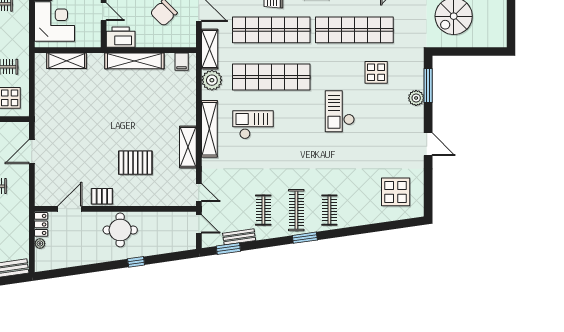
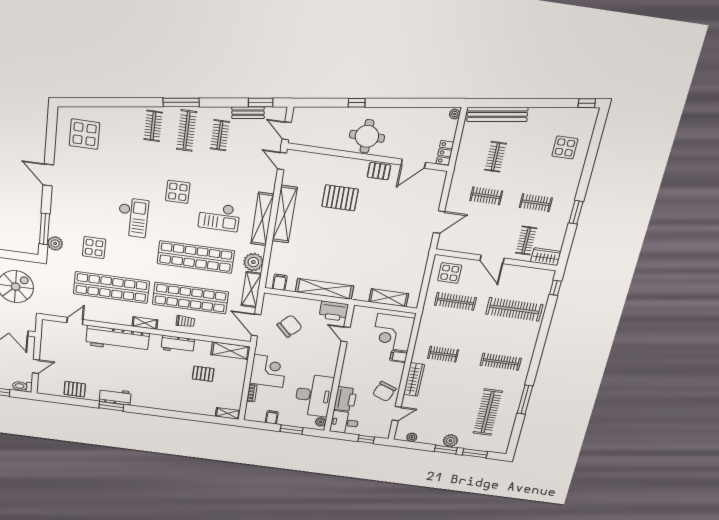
plant: (416, 98) -> (55, 243), moved
display table: (298, 145) -> (178, 192), added
shelving: (188, 147) -> (285, 214), width x1.47
window: (305, 238) -> (181, 102), width x1.44
plant: (40, 243) -> (455, 114), moved

